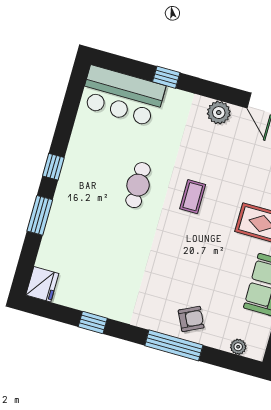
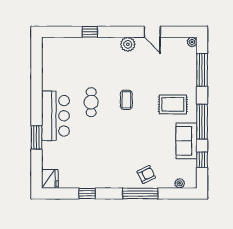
bar counter: (123, 96) -> (55, 116), moved, turned -90
window: (53, 167) -> (37, 105), removed

